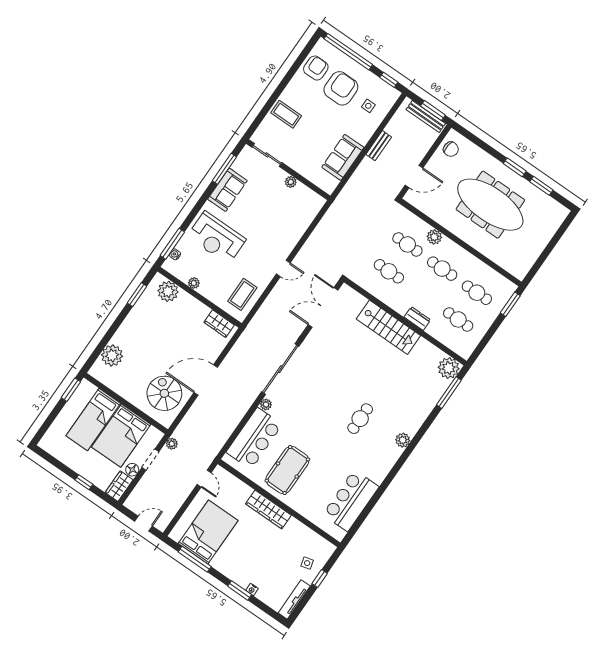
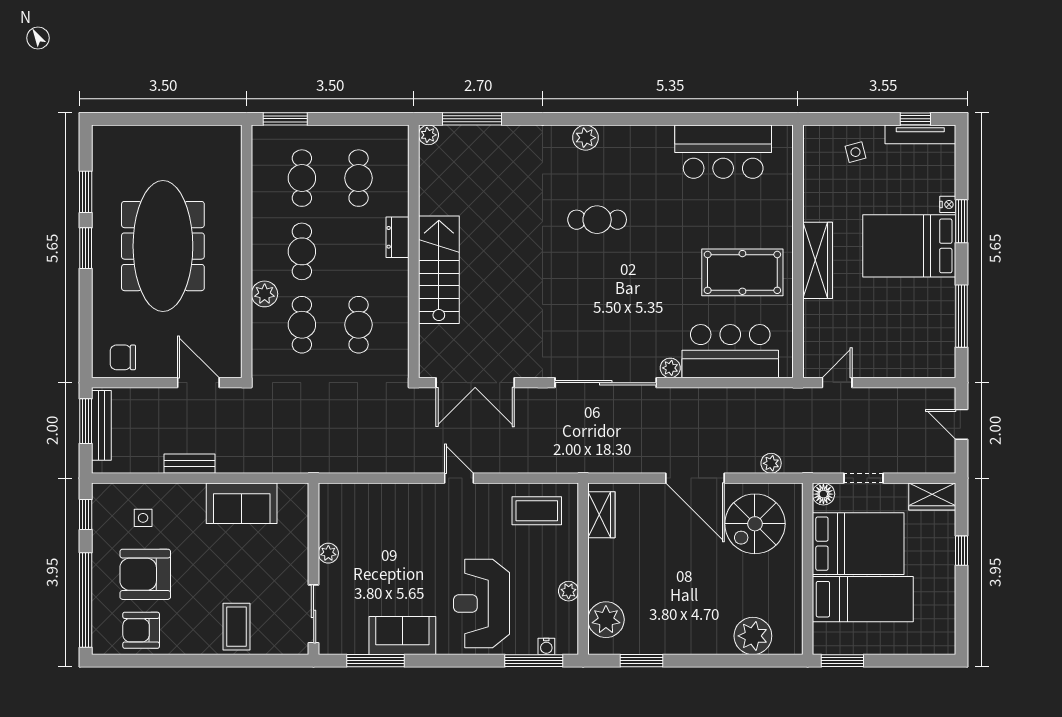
chair: (451, 149) -> (123, 357), turned -95
reception desk: (217, 238) -> (482, 603), turned 180
plant: (449, 368) -> (428, 135), width x0.53, depth x0.53
plant: (172, 444) -> (771, 463), moved
floor lamp: (132, 470) -> (823, 494), moved
bed: (208, 532) -> (909, 246), moved
window: (320, 579) -> (915, 119), moved

